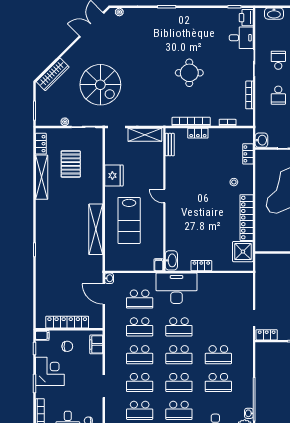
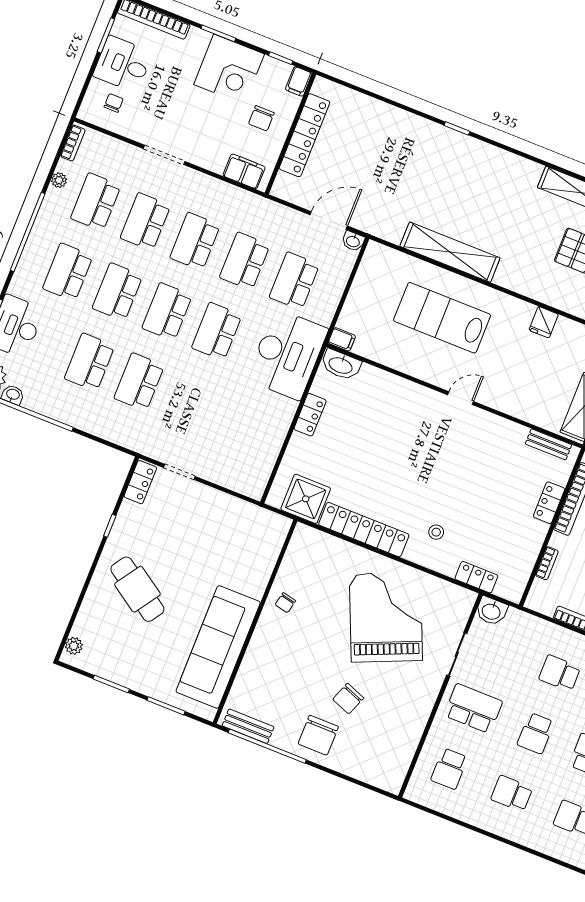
fridge: (114, 175) -> (544, 322), width x0.53, depth x0.75

